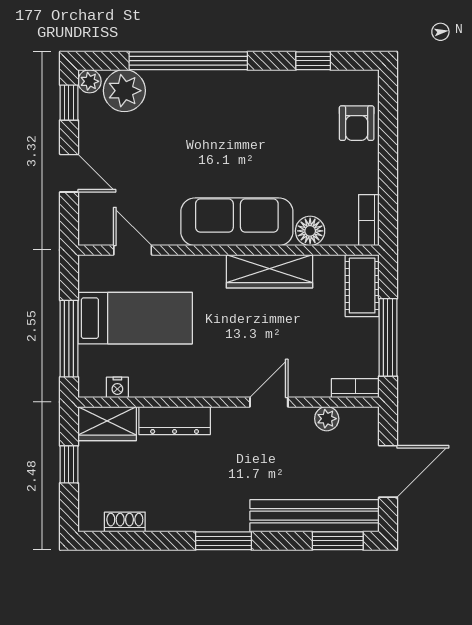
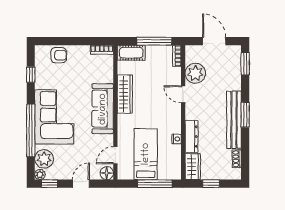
corner sofa: (219, 113) -> (54, 117), added
floor lamp: (310, 231) -> (107, 173), moved
nightstand: (117, 387) -> (177, 139), moved
plant: (327, 419) -> (195, 73), width x1.88, depth x1.88
bench: (315, 516) -> (234, 120), moved

